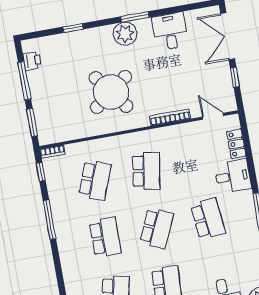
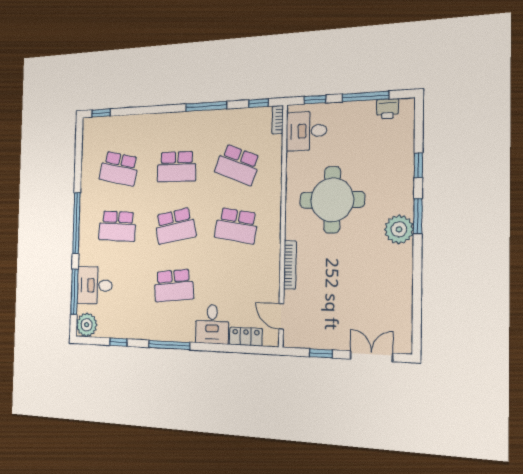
window: (135, 17) -> (418, 216), moved
desk: (170, 32) -> (306, 131), moved, turned 180
double door: (228, 36) -> (371, 356), width x0.73
round table: (111, 92) -> (332, 200), turned 37
door: (213, 116) -> (281, 316), swing flipped
window: (32, 123) -> (315, 100), width x0.67
school desk: (157, 228) -> (175, 226), turned -36

